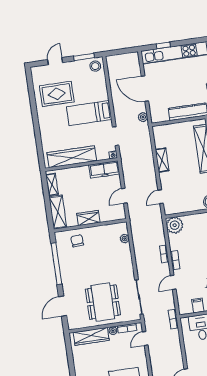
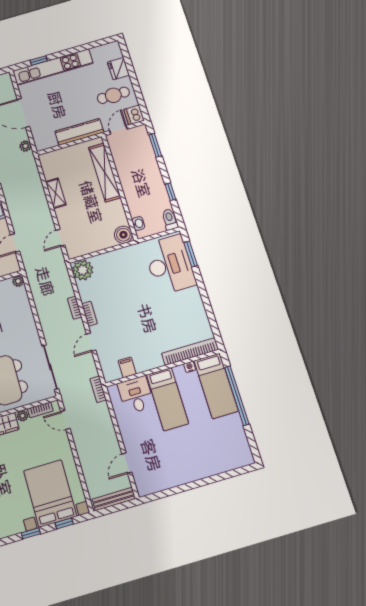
plant: (125, 239) -> (18, 281), moved
door: (145, 338) -> (65, 420), hinge flipped

